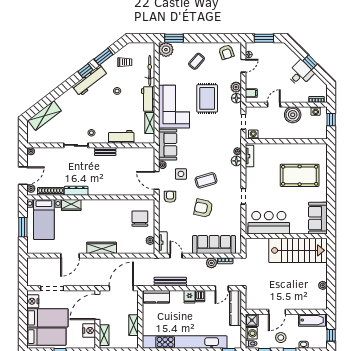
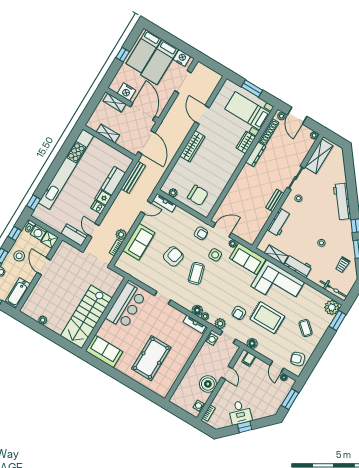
bicycle: (150, 71) -> (333, 289), moved
workbench: (90, 81) -> (342, 202), moved
plant: (236, 87) -> (220, 324), moved
shelving: (45, 116) -> (319, 156), moved, turned 38
window: (331, 120) -> (183, 415), removed
armchair: (218, 125) -> (239, 313), added
sofa: (214, 244) -> (139, 242), width x0.73
bench: (170, 282) -> (133, 177), moved
kitchen counter: (156, 297) -> (113, 181), moved
kitchen counter: (235, 308) -> (74, 235), width x0.67

